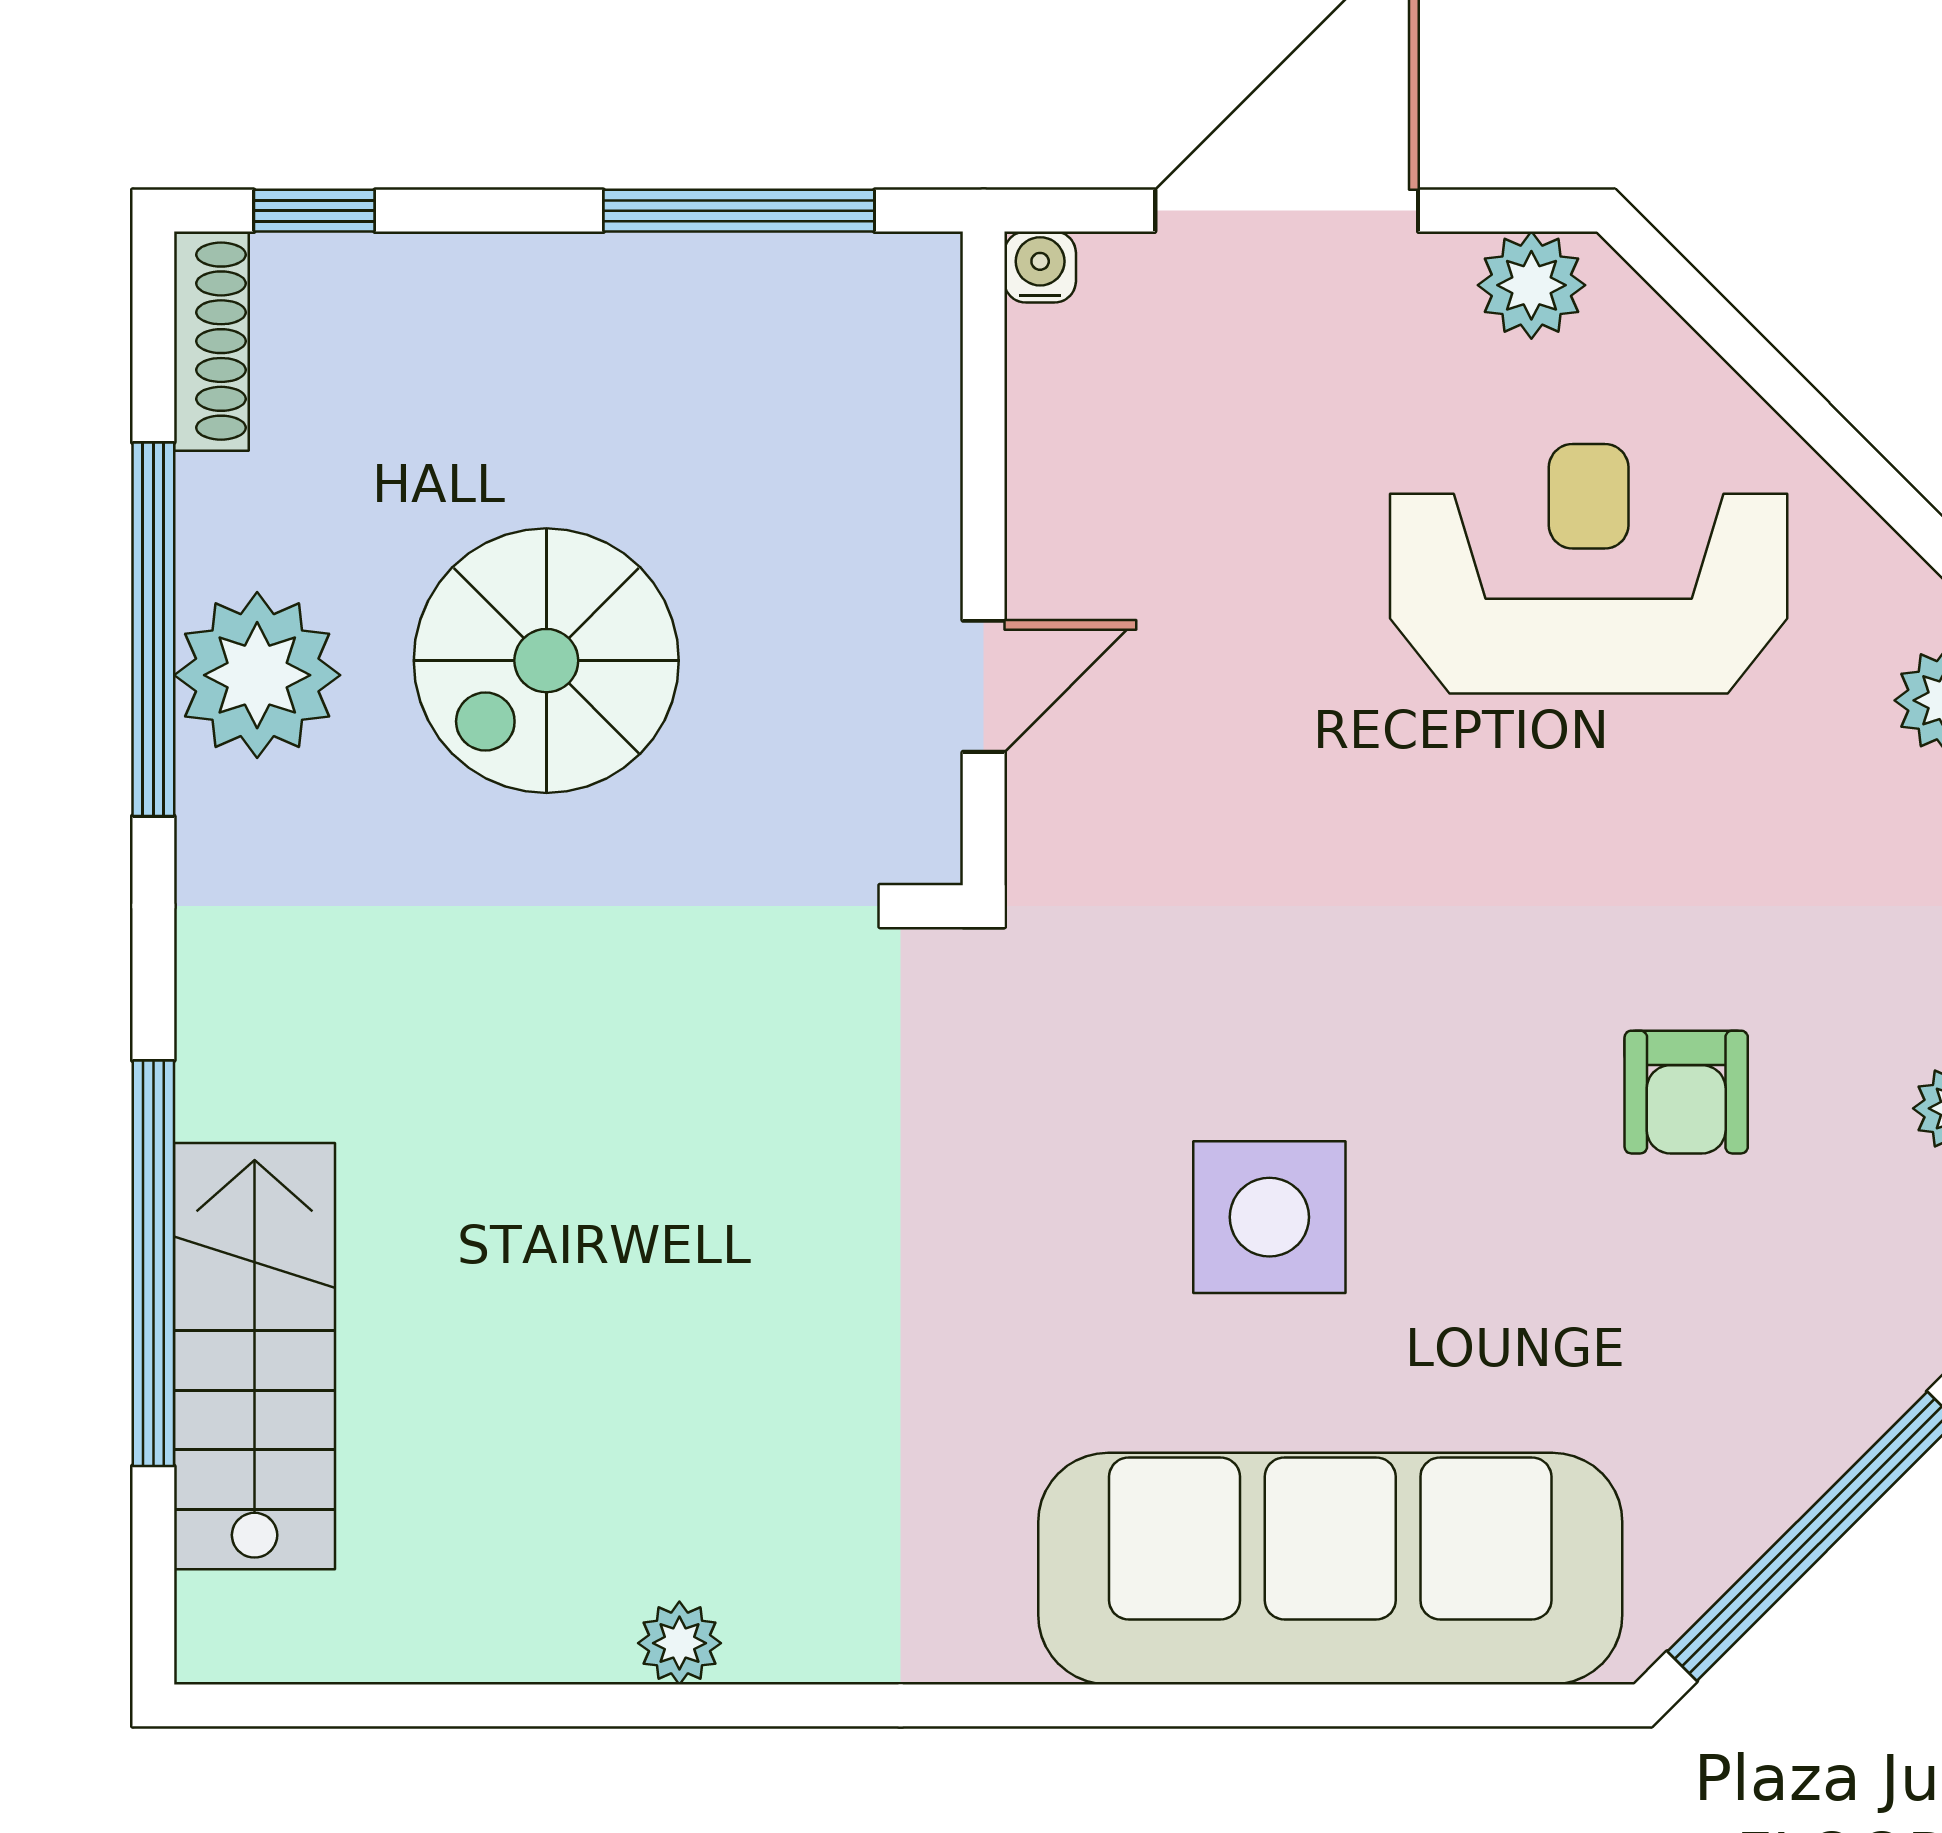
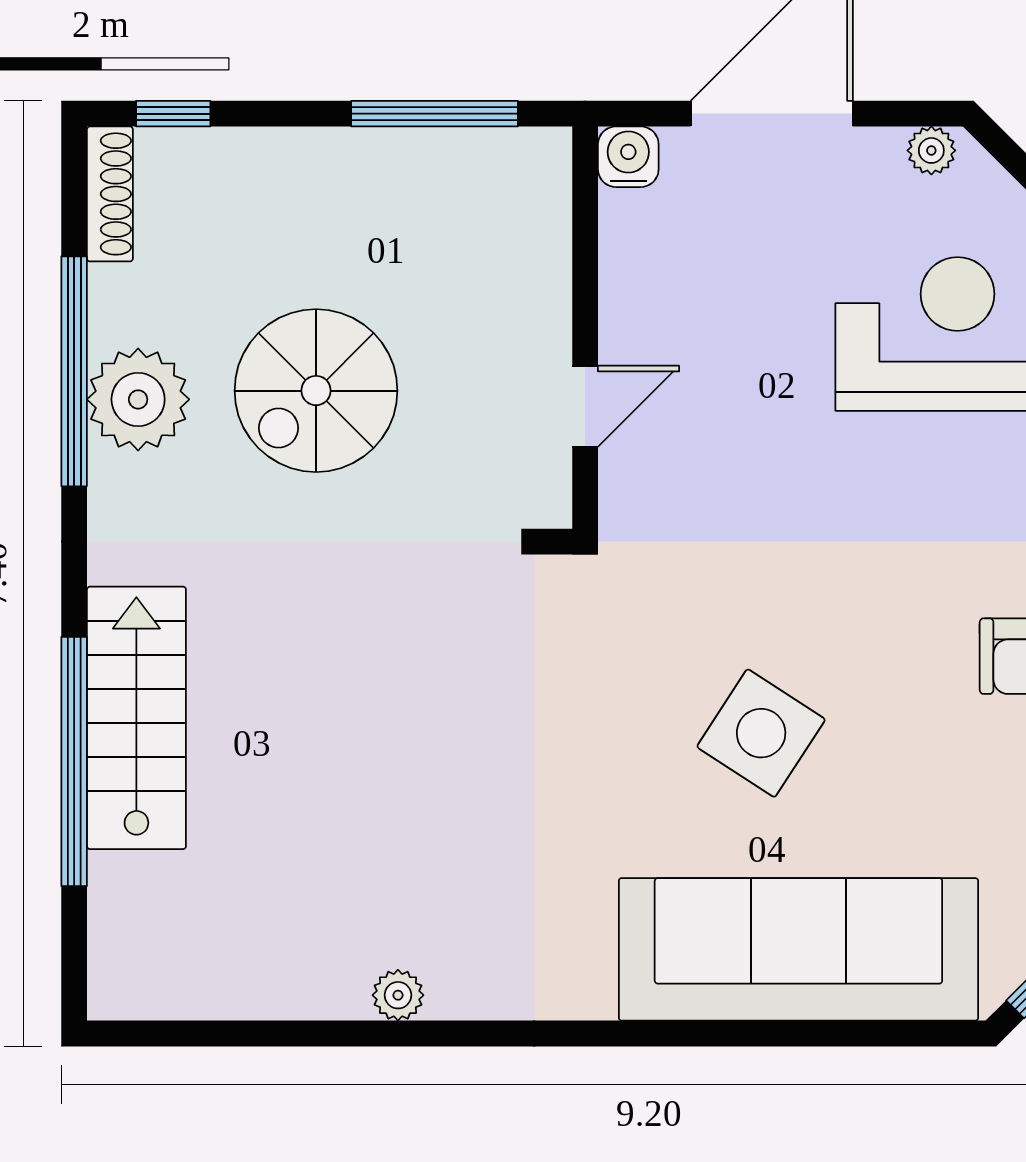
water cooler: (1040, 267) -> (628, 157), width x1.38, depth x1.38
plant: (1531, 285) -> (931, 150), width x0.73, depth x0.73
side table: (1269, 1217) -> (761, 733), turned 33
stairs: (255, 1356) -> (136, 718), moved

